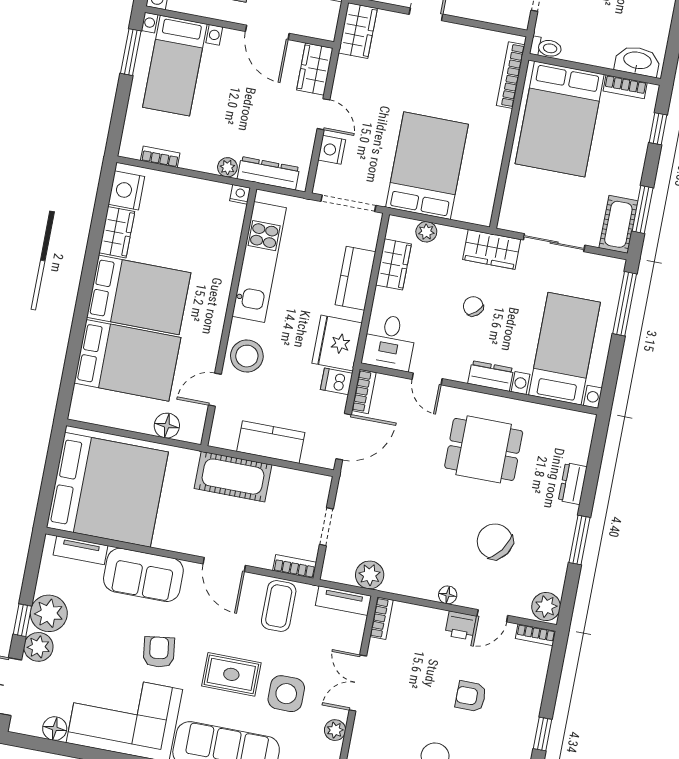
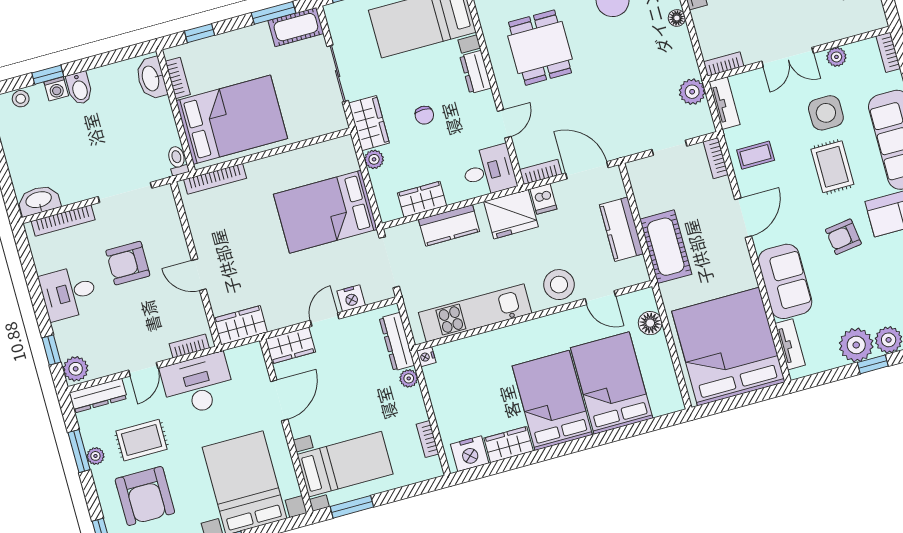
plant: (426, 232) -> (374, 159), moved
chair: (473, 306) -> (424, 115), turned -48
coffee table: (279, 606) -> (756, 155), width x0.73, depth x0.77

